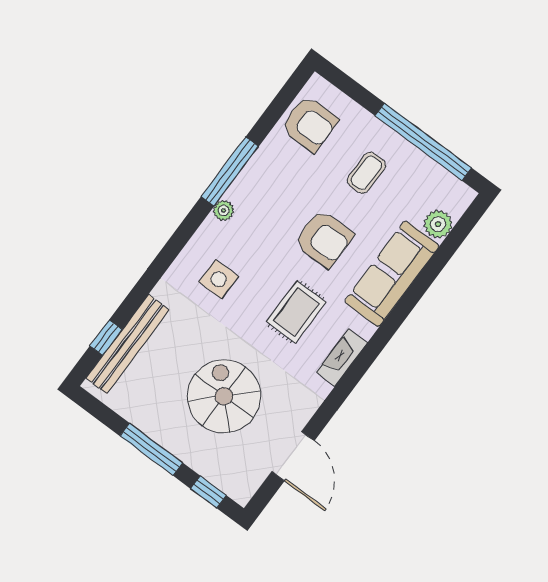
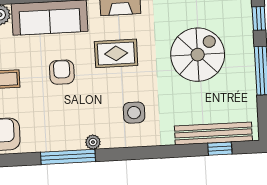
armchair: (324, 239) -> (62, 72), width x0.72, depth x0.72
spiral stairs: (224, 396) -> (198, 55), turned 180

